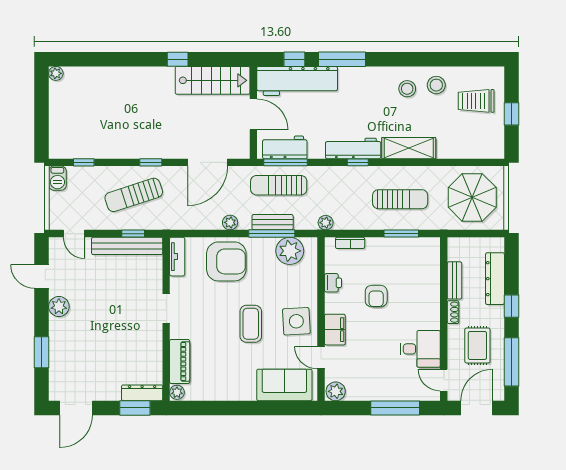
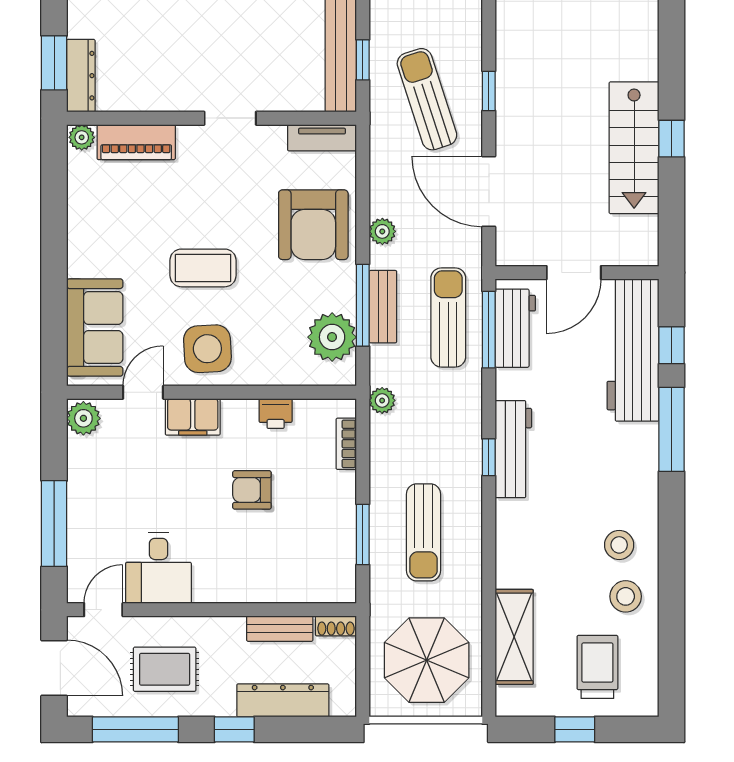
stairs: (213, 80) -> (634, 148), moved
shelving: (409, 148) -> (514, 637), moved
sun lounger: (134, 195) -> (427, 99), moved
shoe rack: (453, 312) -> (336, 626), moved

